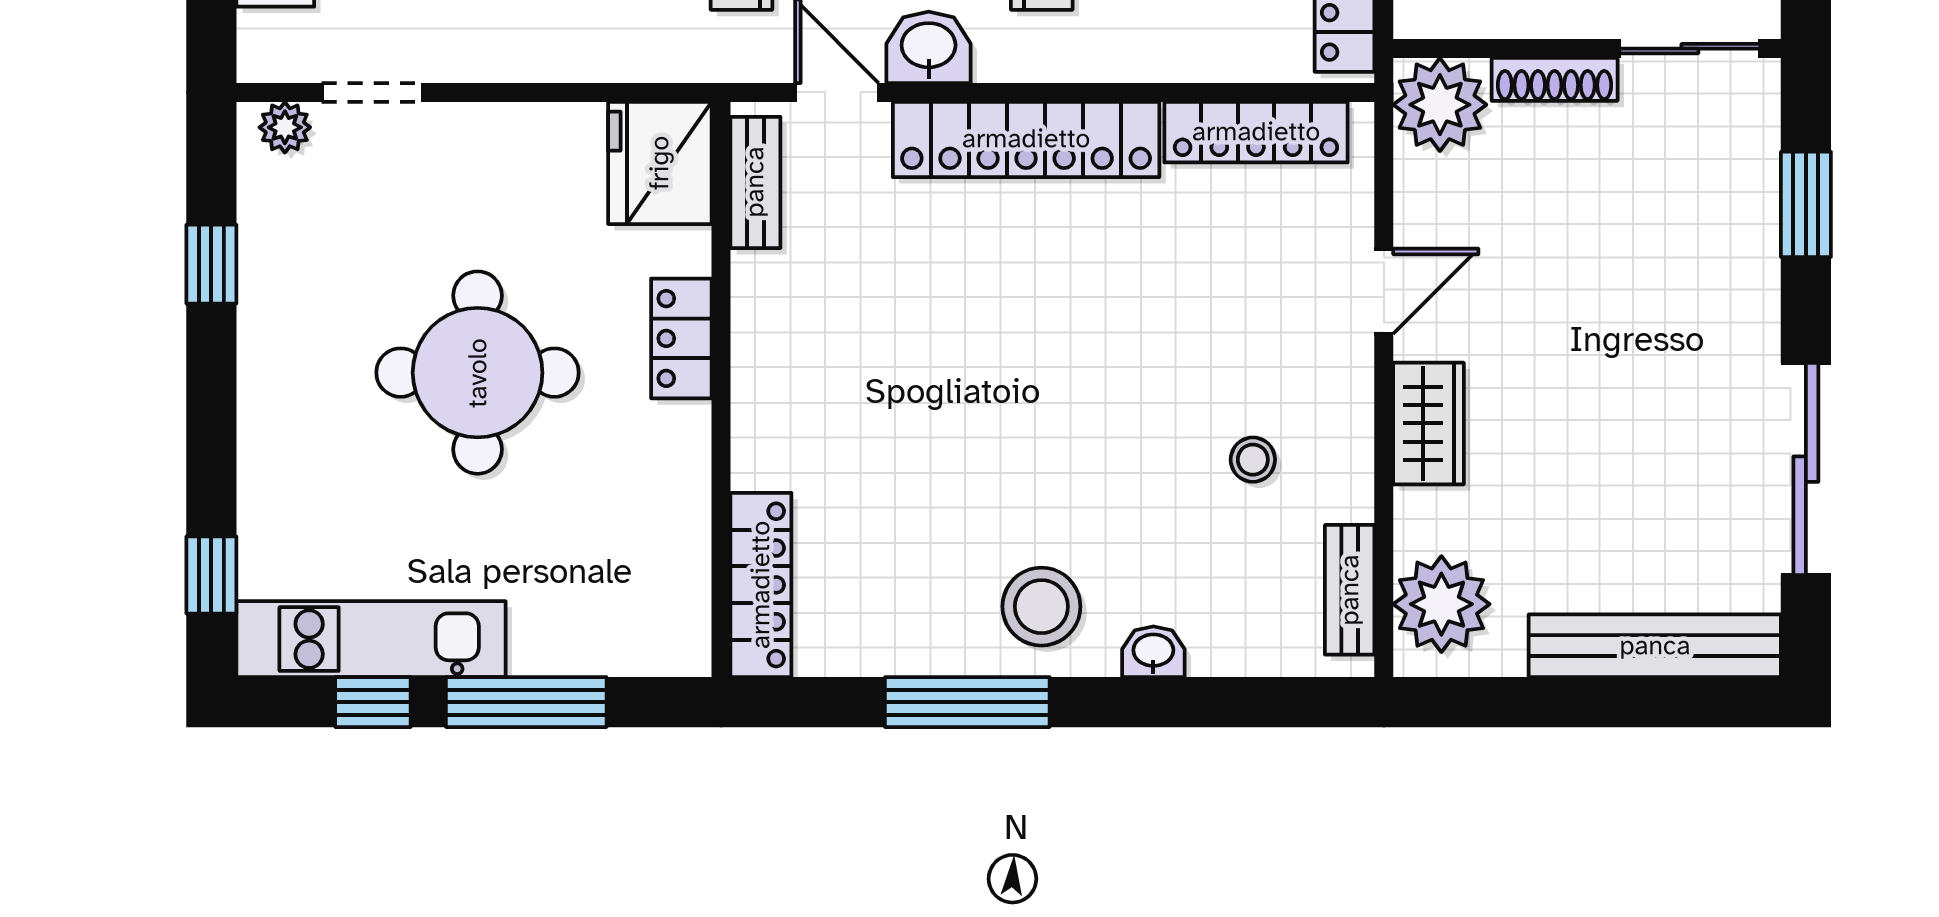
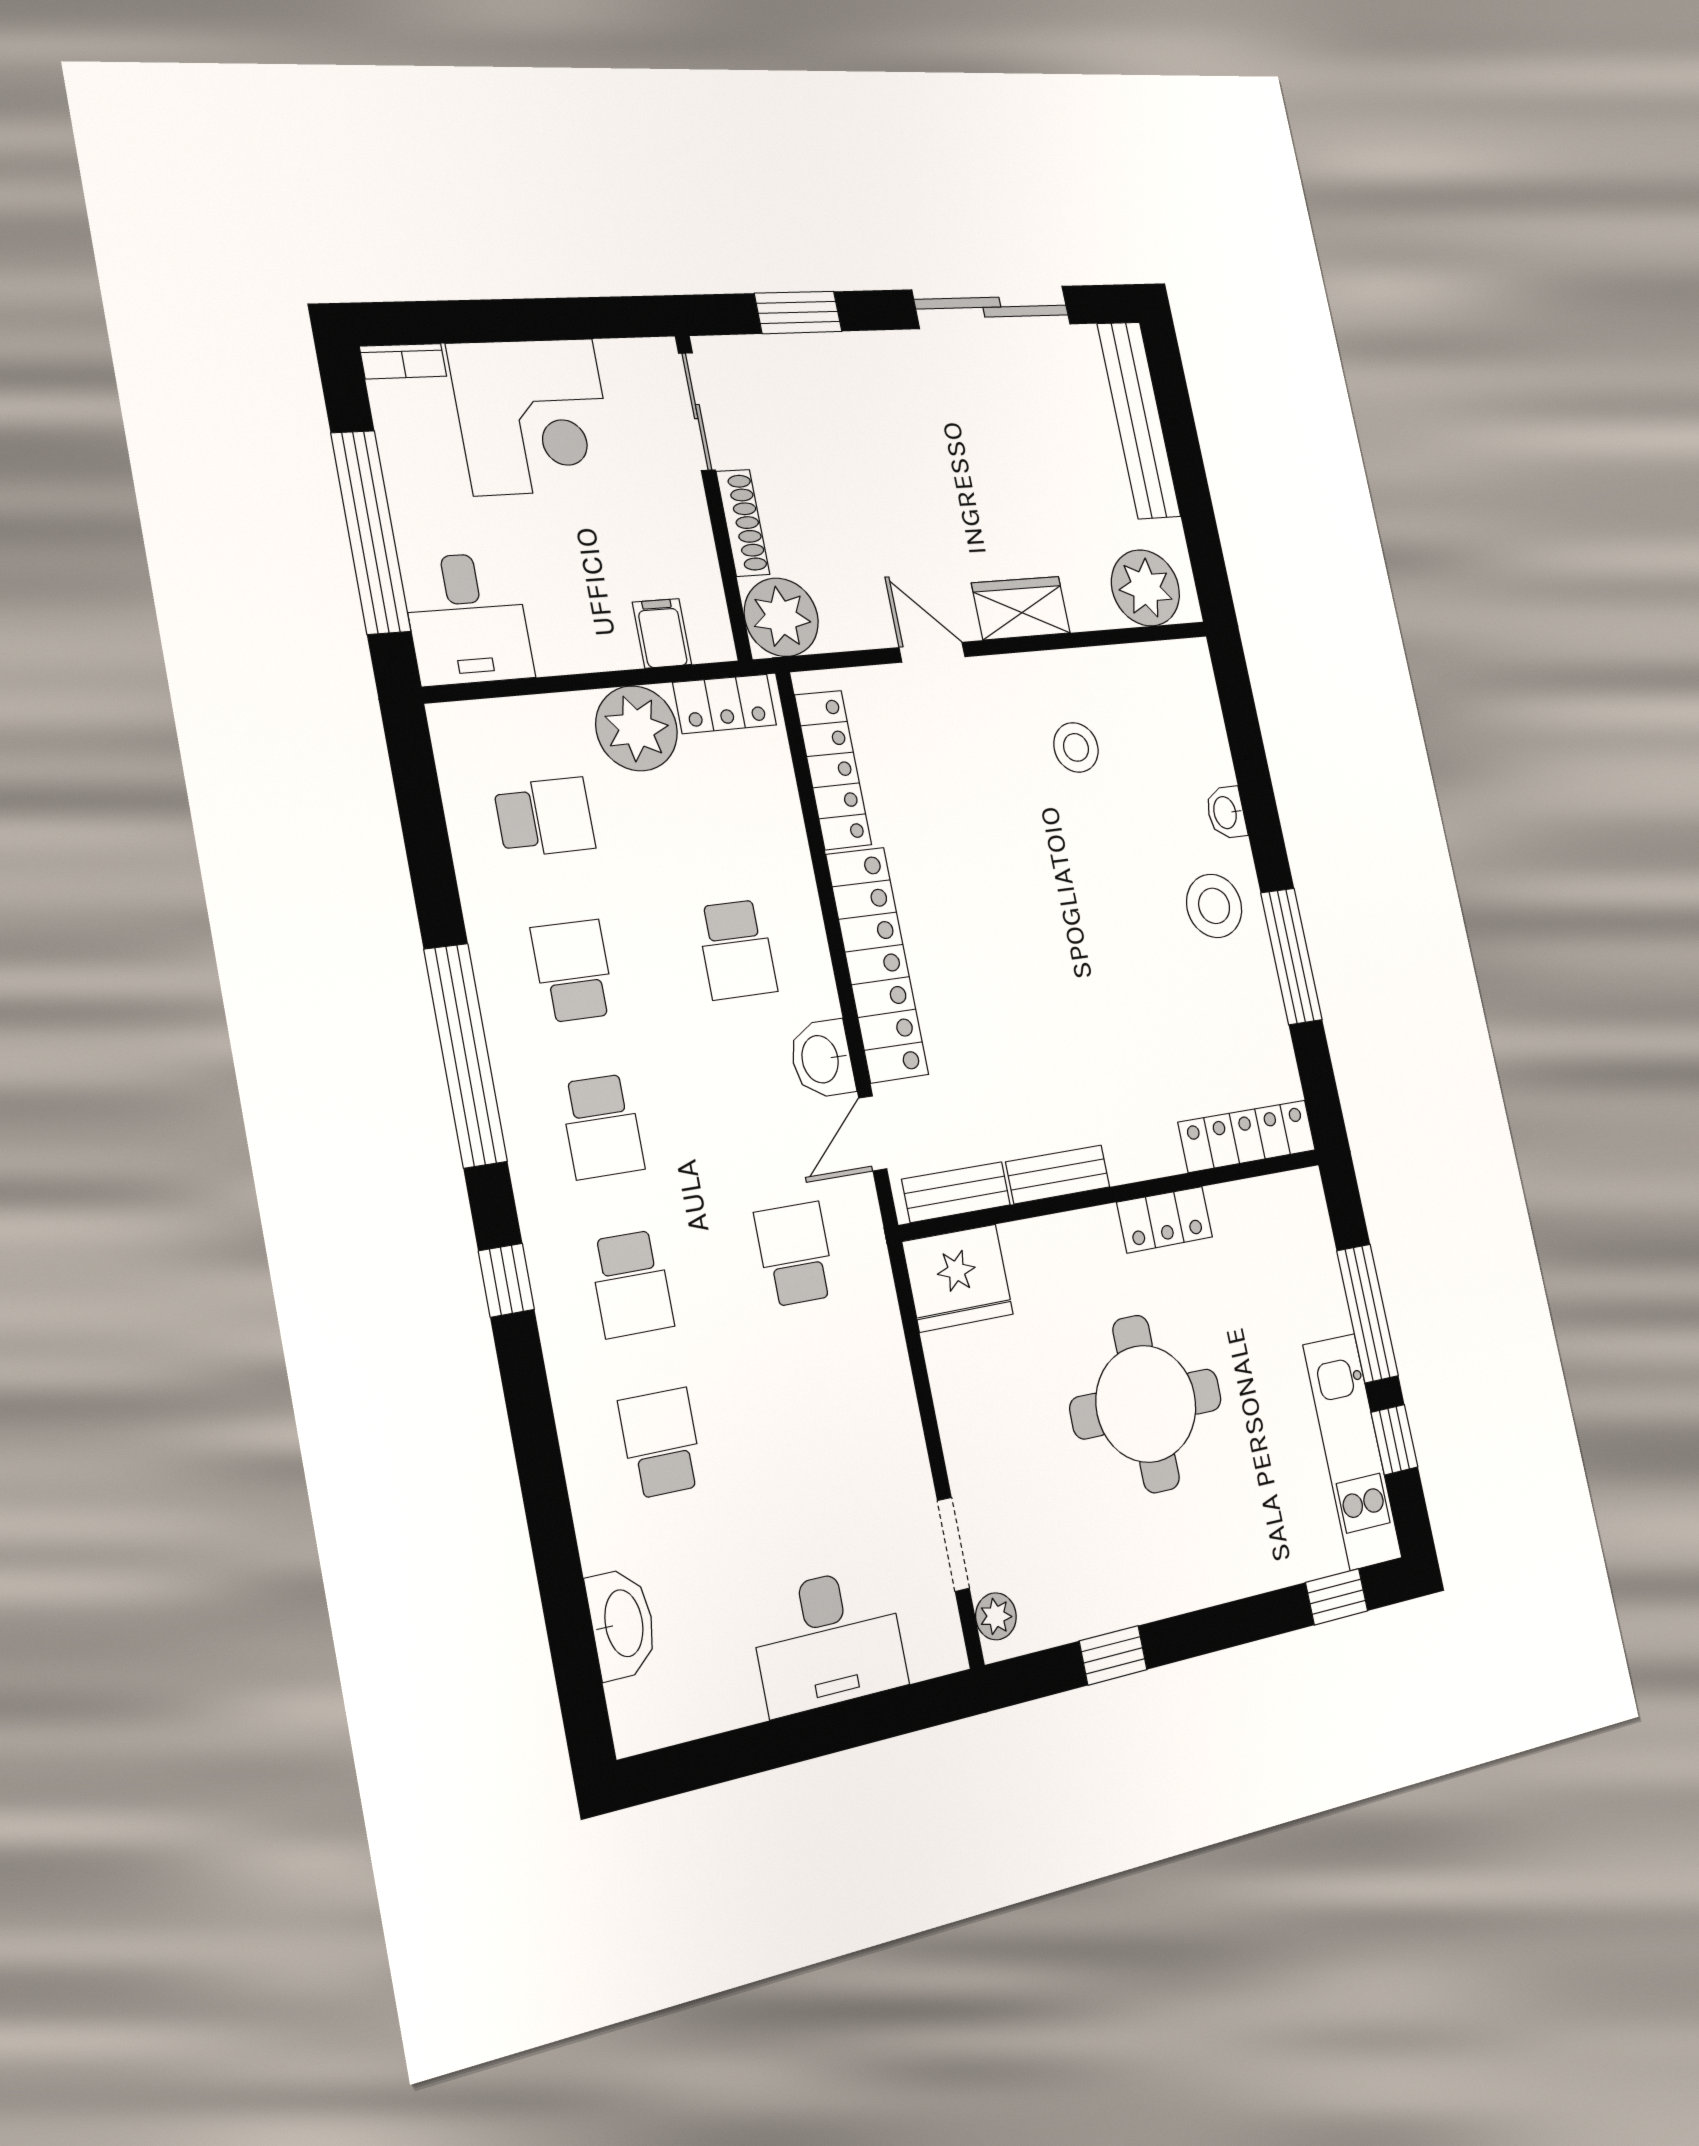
locker: (681, 338) -> (1165, 1220), moved
stool: (1253, 460) -> (1076, 747), width x1.37, depth x1.37
bench: (1350, 590) -> (1058, 1174), moved

